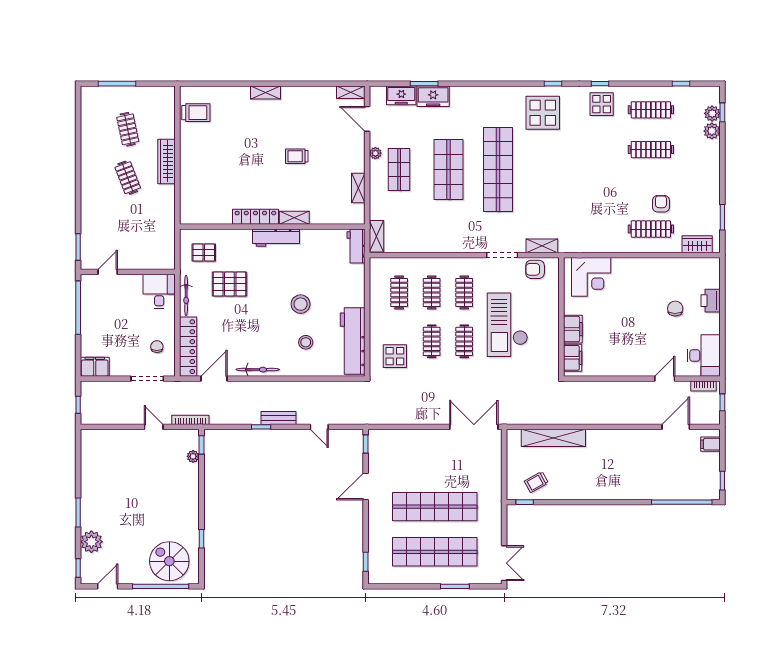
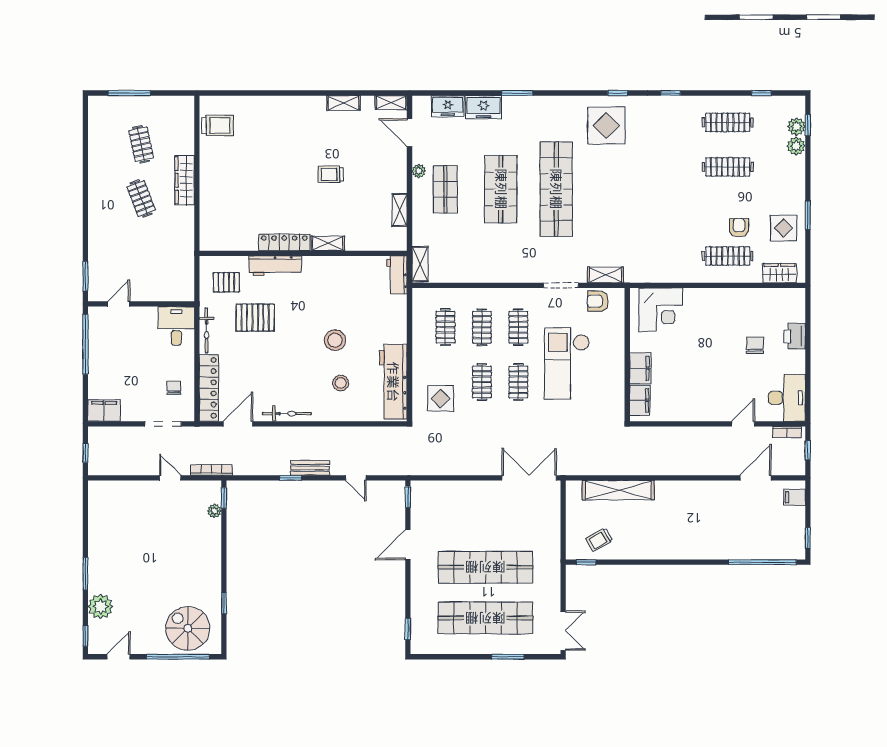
window: (424, 84) -> (517, 93), moved
shelving: (266, 93) -> (343, 103), moved
display table: (602, 104) -> (784, 228), moved
window: (722, 217) -> (808, 215), moved
workbench: (276, 238) -> (275, 266), moved

